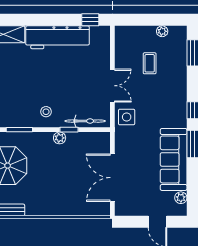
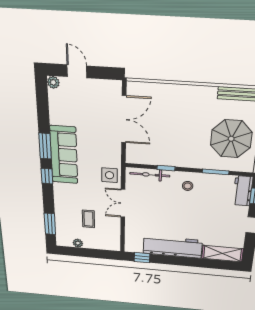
plant: (60, 138) -> (176, 161), removed
sofa: (174, 159) -> (64, 155), moved
plant: (181, 198) -> (53, 82), moved

